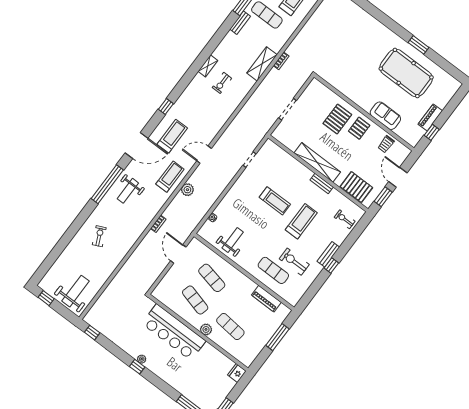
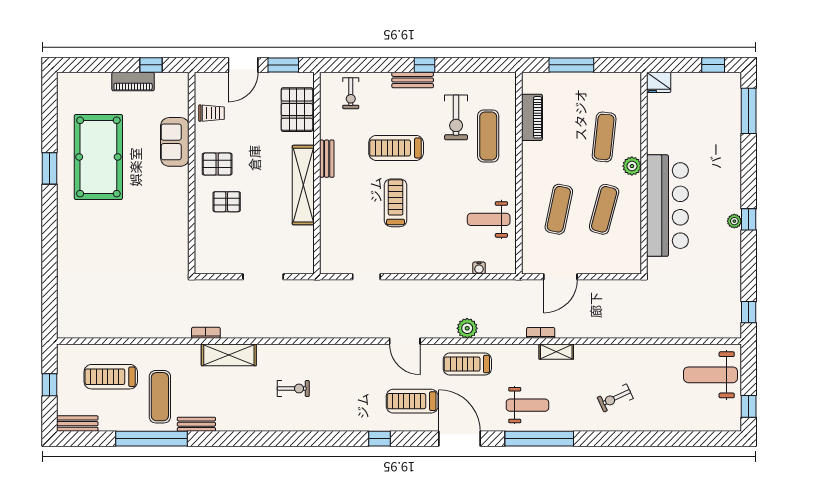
shelving: (208, 66) -> (556, 352), moved
pallet: (337, 119) -> (227, 202), width x0.67, depth x0.71

